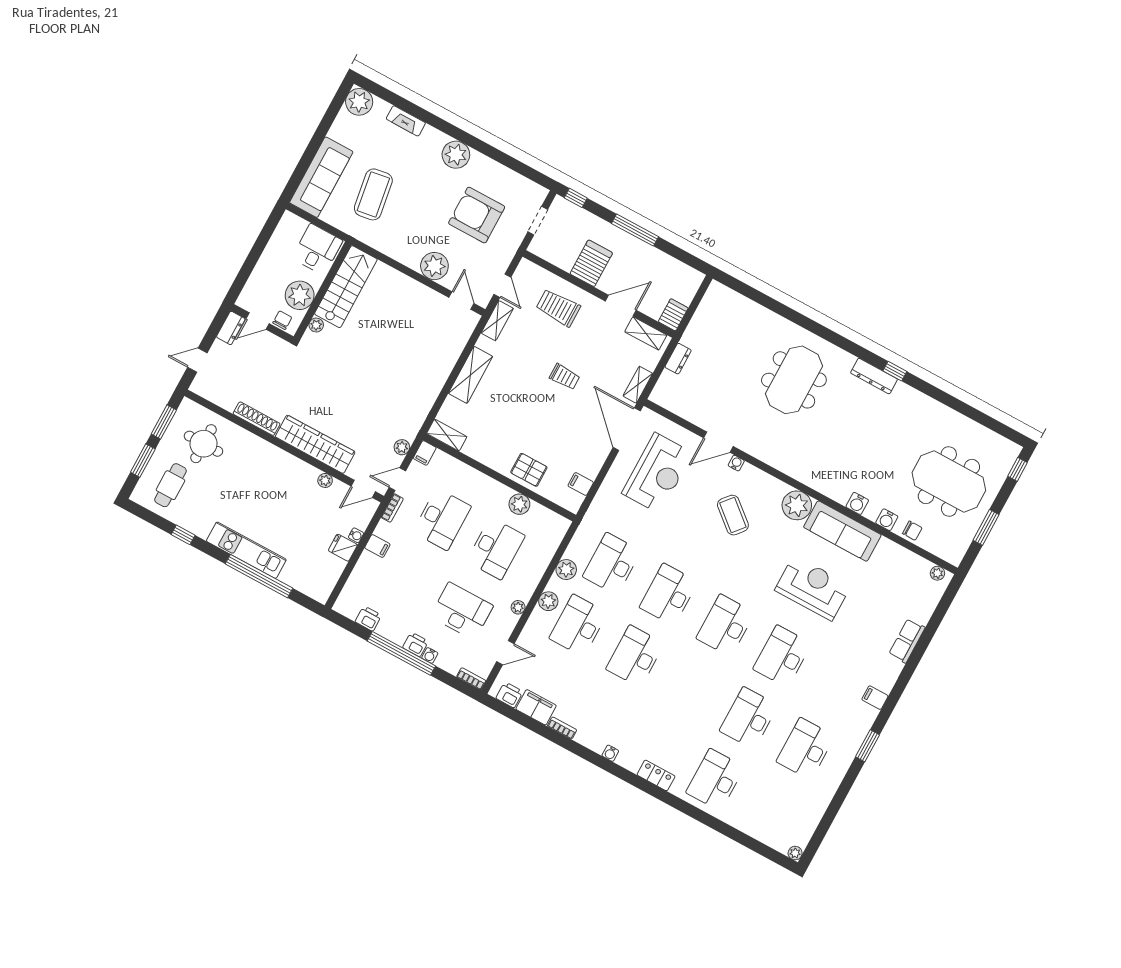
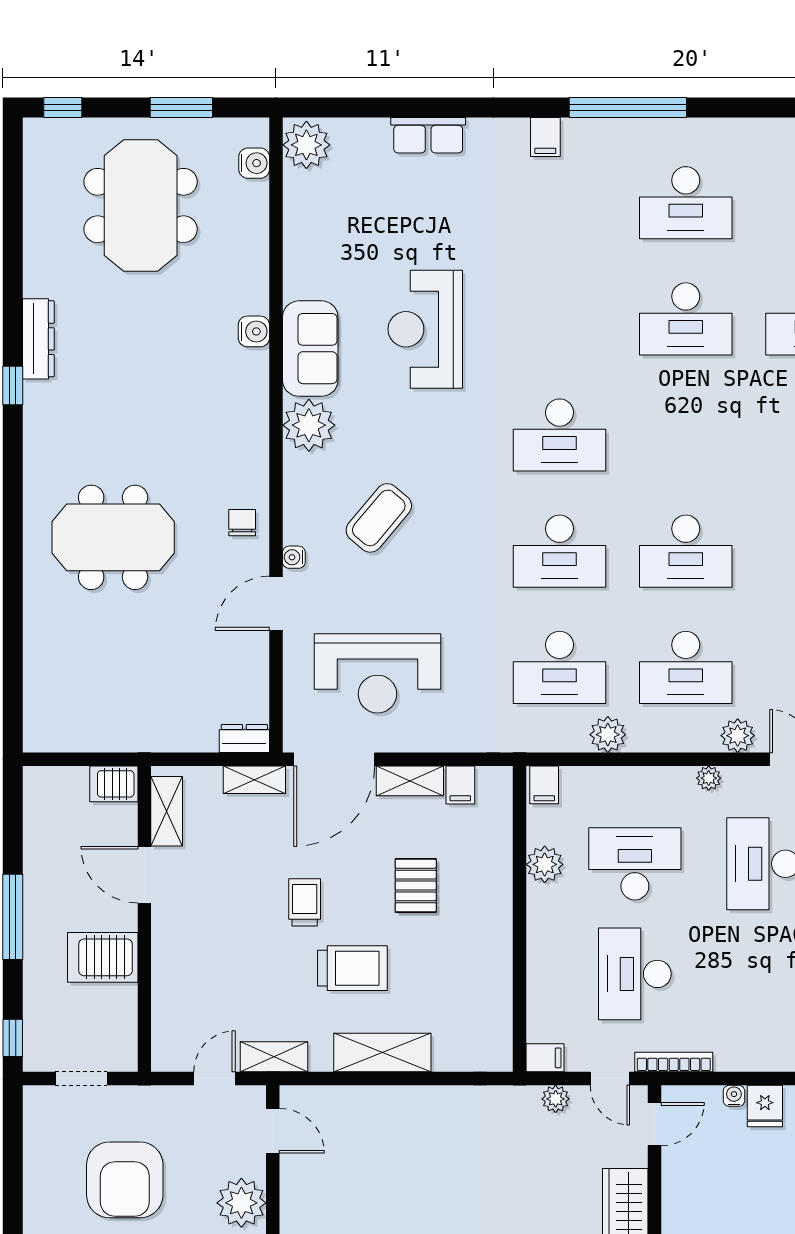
door: (461, 300) -> (273, 1131), swing flipped
trolley: (558, 308) -> (352, 968), moved, turned -90
dresser: (678, 359) -> (244, 739), moved
dresser: (874, 376) -> (38, 339), moved
shelving: (447, 435) -> (410, 781), moved, turned 90
door: (718, 442) -> (276, 603), swing flipped
pallet: (529, 470) -> (416, 885), moved
reception desk: (657, 473) -> (377, 673), turned 180
plant: (325, 480) -> (674, 1192), removed
door: (363, 489) -> (655, 1124), hinge flipped
bookcase: (392, 508) -> (674, 1062), width x1.56
desk: (442, 519) -> (635, 974), turned -90
water cooler: (887, 520) -> (254, 163), moved
sofa: (842, 531) -> (310, 349), width x0.73
chair: (912, 531) -> (242, 523), moved
filing cabinet: (377, 546) -> (544, 785), moved, turned 180
plant: (937, 573) -> (306, 145), width x1.87, depth x1.87
plant: (548, 601) -> (738, 736), moved
desk: (782, 656) -> (560, 319), removed
window: (867, 746) -> (628, 108), width x2.11

